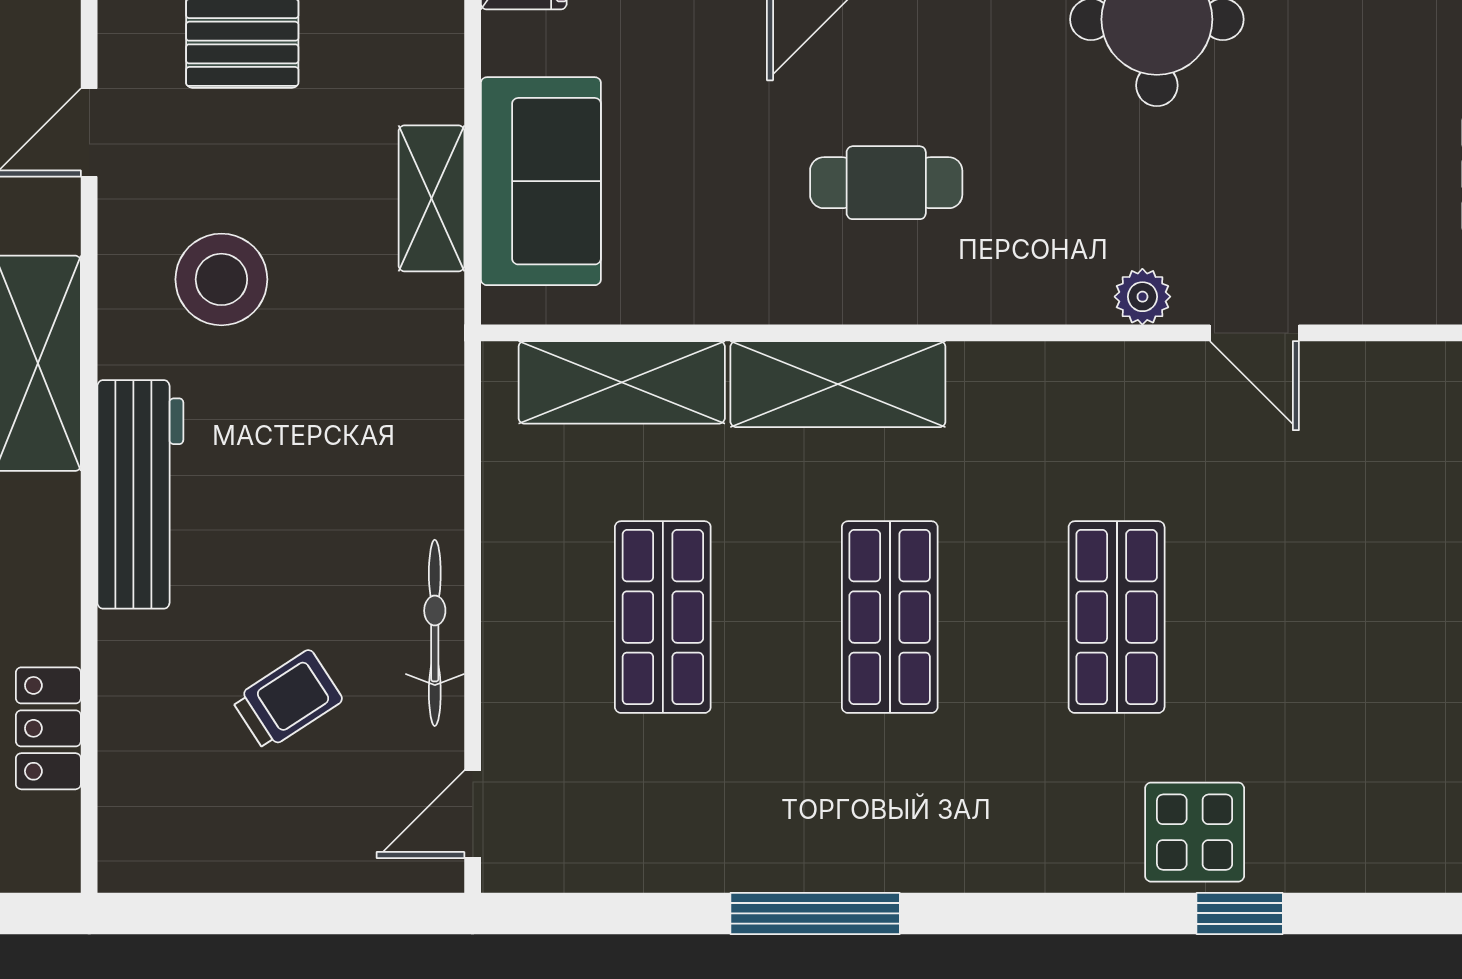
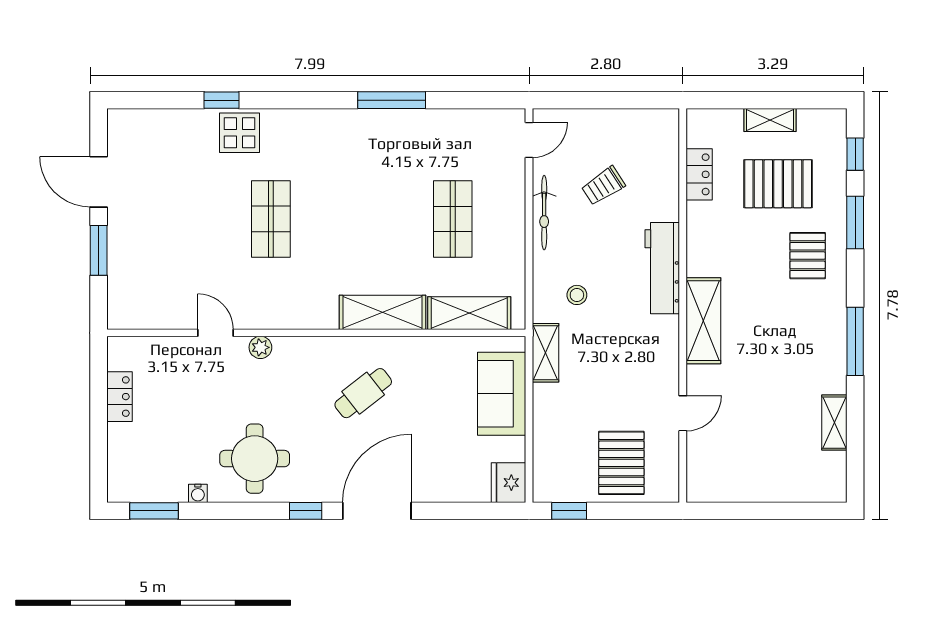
cafe table: (886, 183) -> (363, 393), turned -38
shelving: (431, 198) -> (545, 353), moved
stool: (221, 279) -> (577, 295), moved, width x0.53, depth x0.53
shop shelf: (890, 617) -> (362, 219), removed

